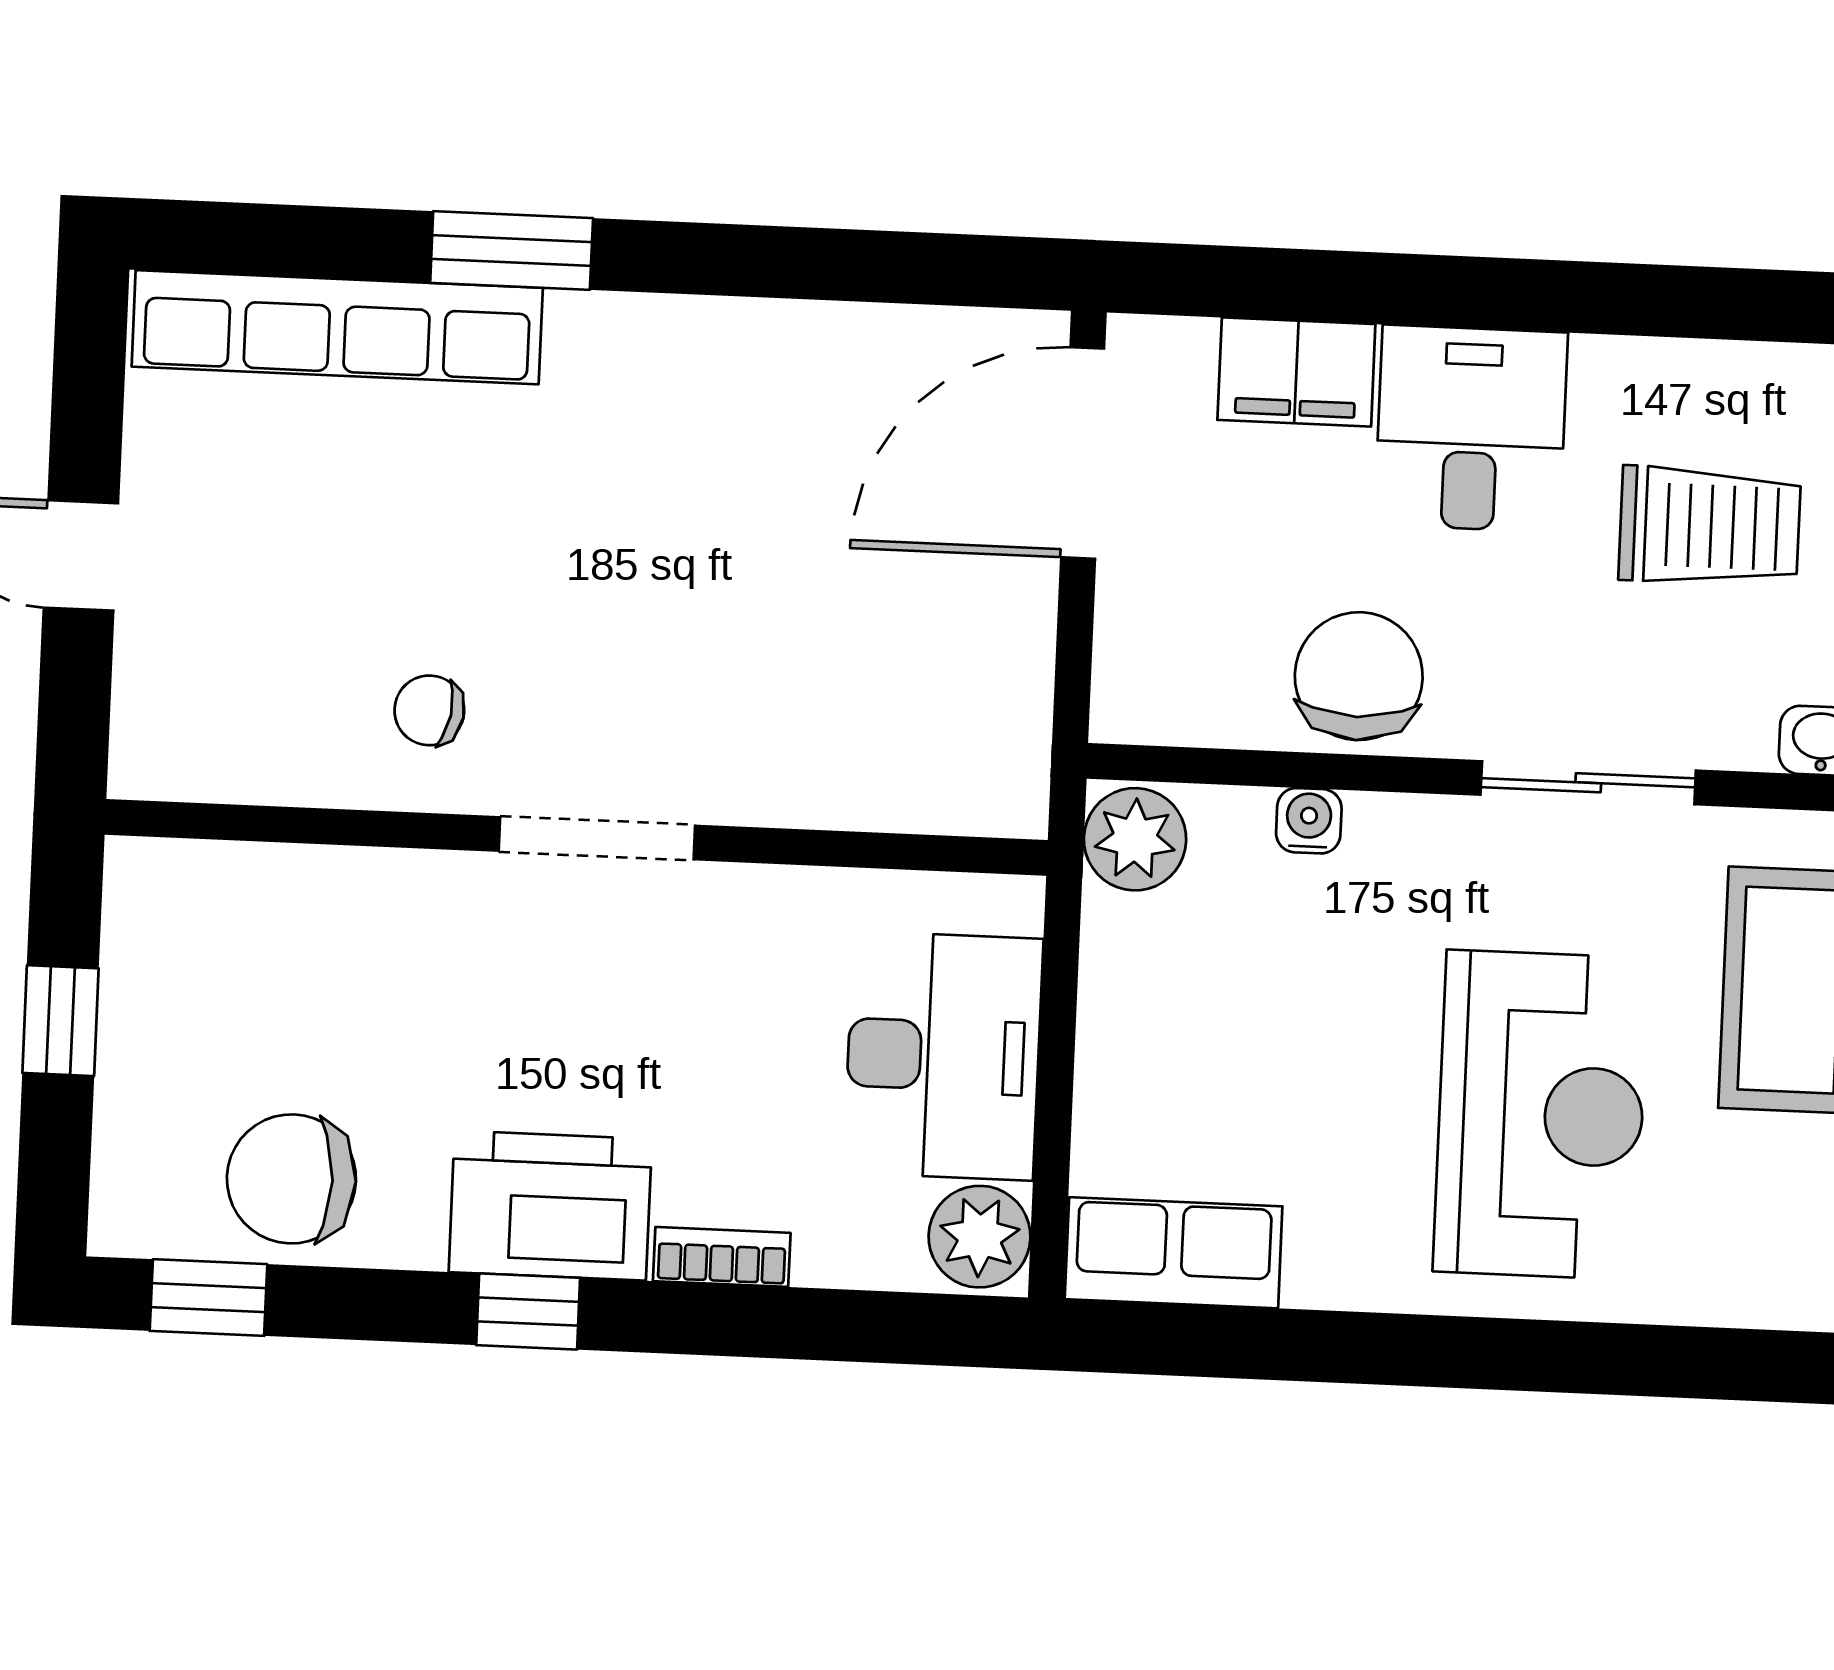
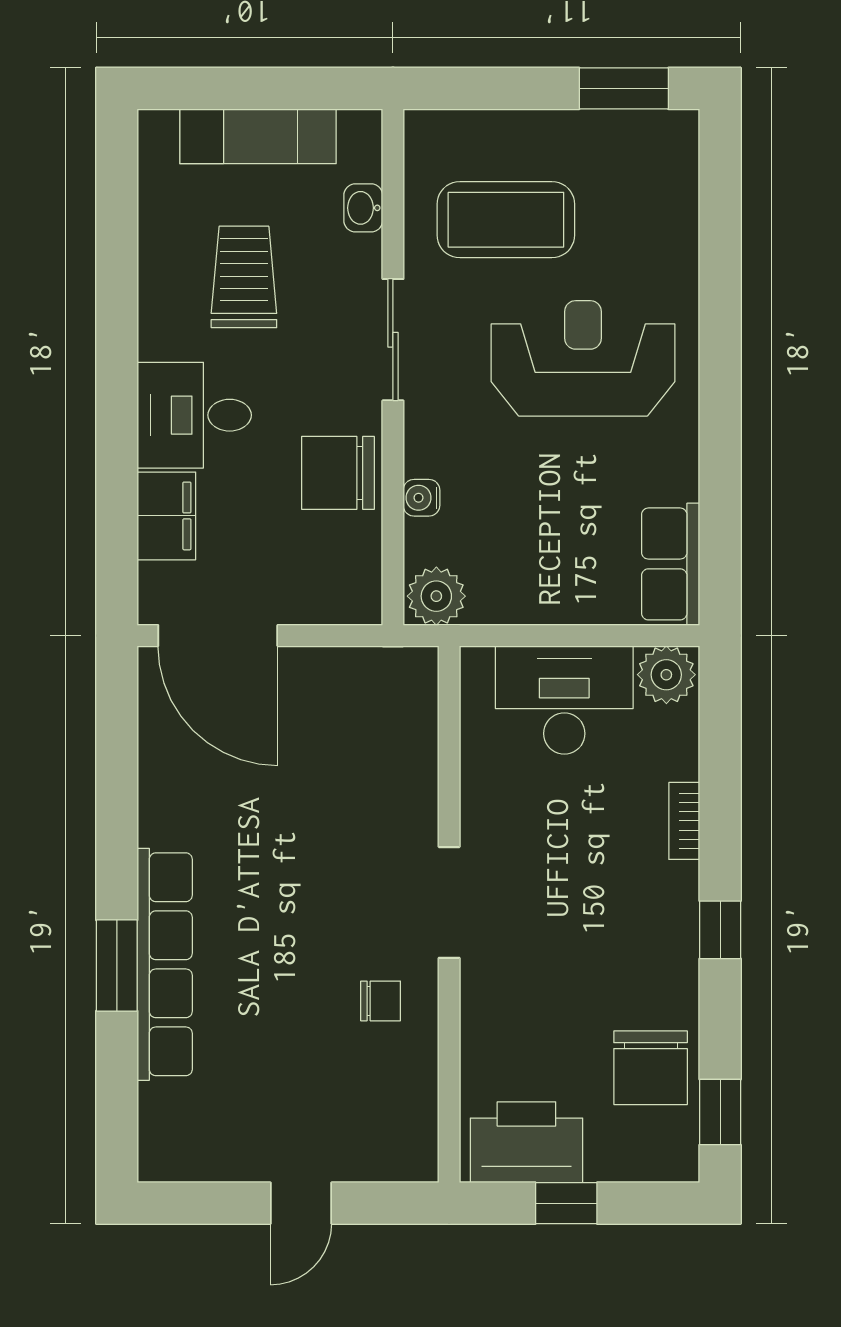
row of seats: (337, 327) -> (165, 964), moved
chair: (429, 710) -> (381, 1001), turned -100
printer: (550, 1206) -> (526, 1142), moved, turned 90

